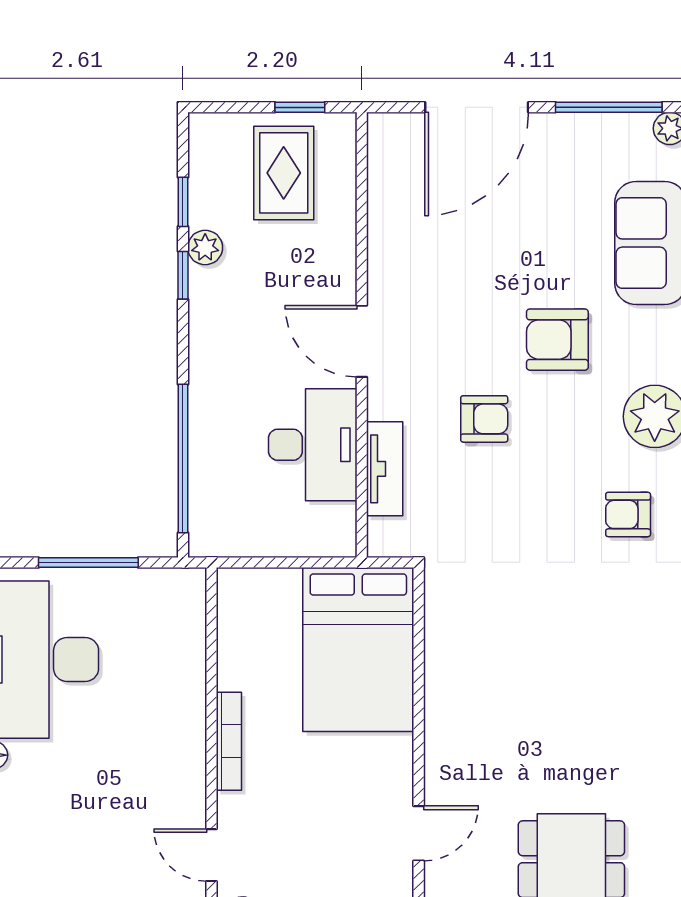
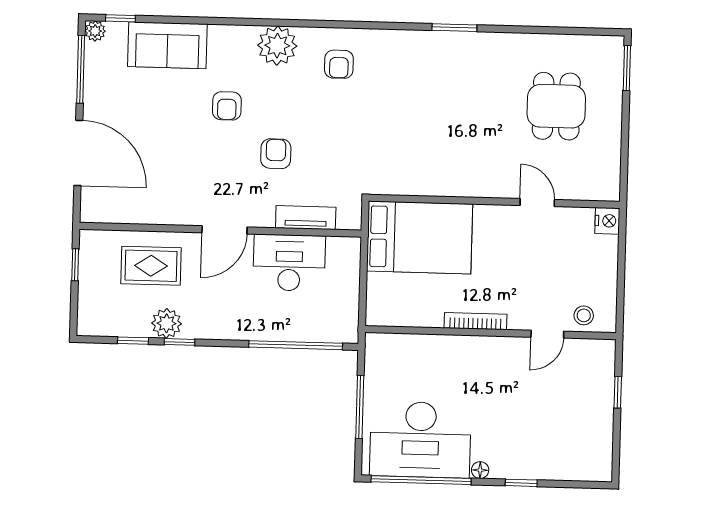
rug: (284, 173) -> (151, 266), moved
plant: (205, 247) -> (167, 323), width x1.38, depth x1.38
armchair: (557, 340) -> (227, 106), width x0.72, depth x0.72

